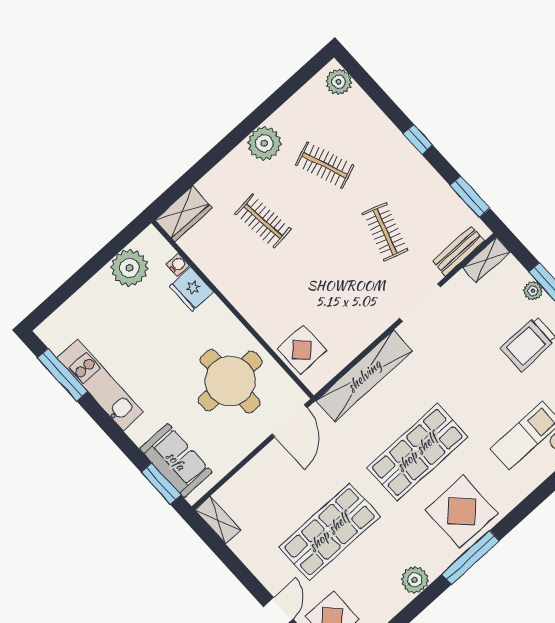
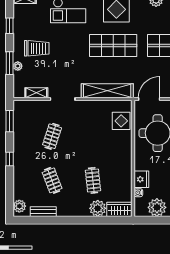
plant: (264, 143) -> (98, 208), moved
bench: (458, 251) -> (43, 212), moved
shelving: (486, 260) -> (36, 93), moved

